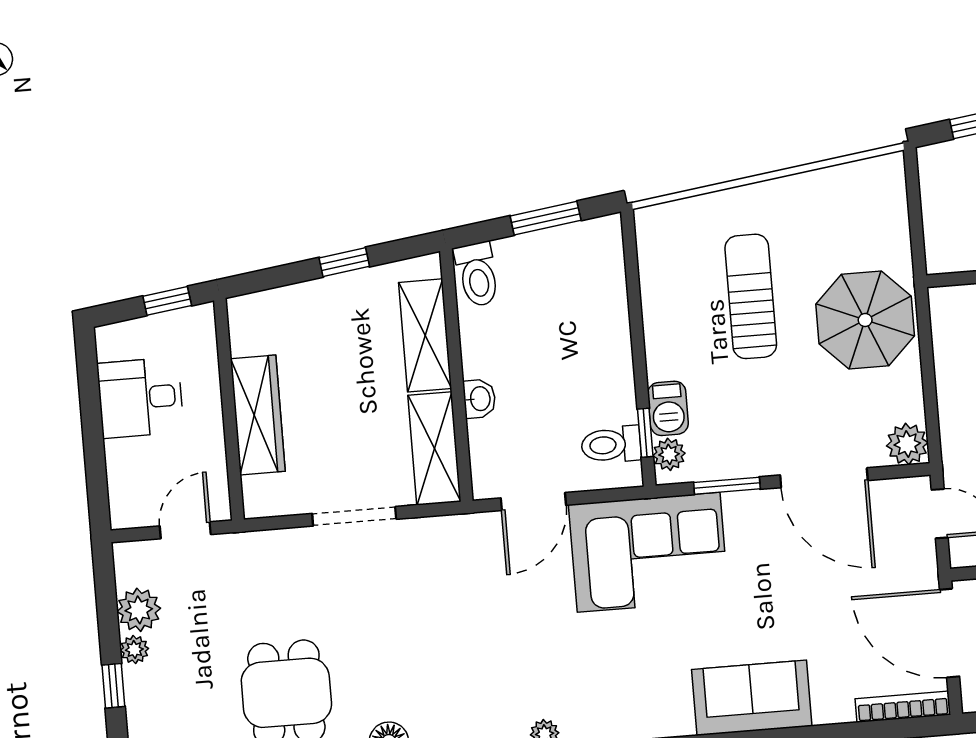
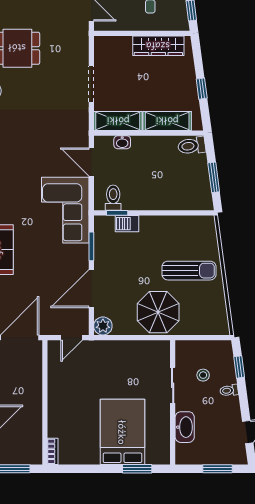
sun lounger: (751, 296) -> (189, 271), moved
washbasin: (479, 399) -> (122, 142), moved
wardrobe: (258, 415) -> (158, 46), moved
plant: (669, 454) -> (107, 222), removed

